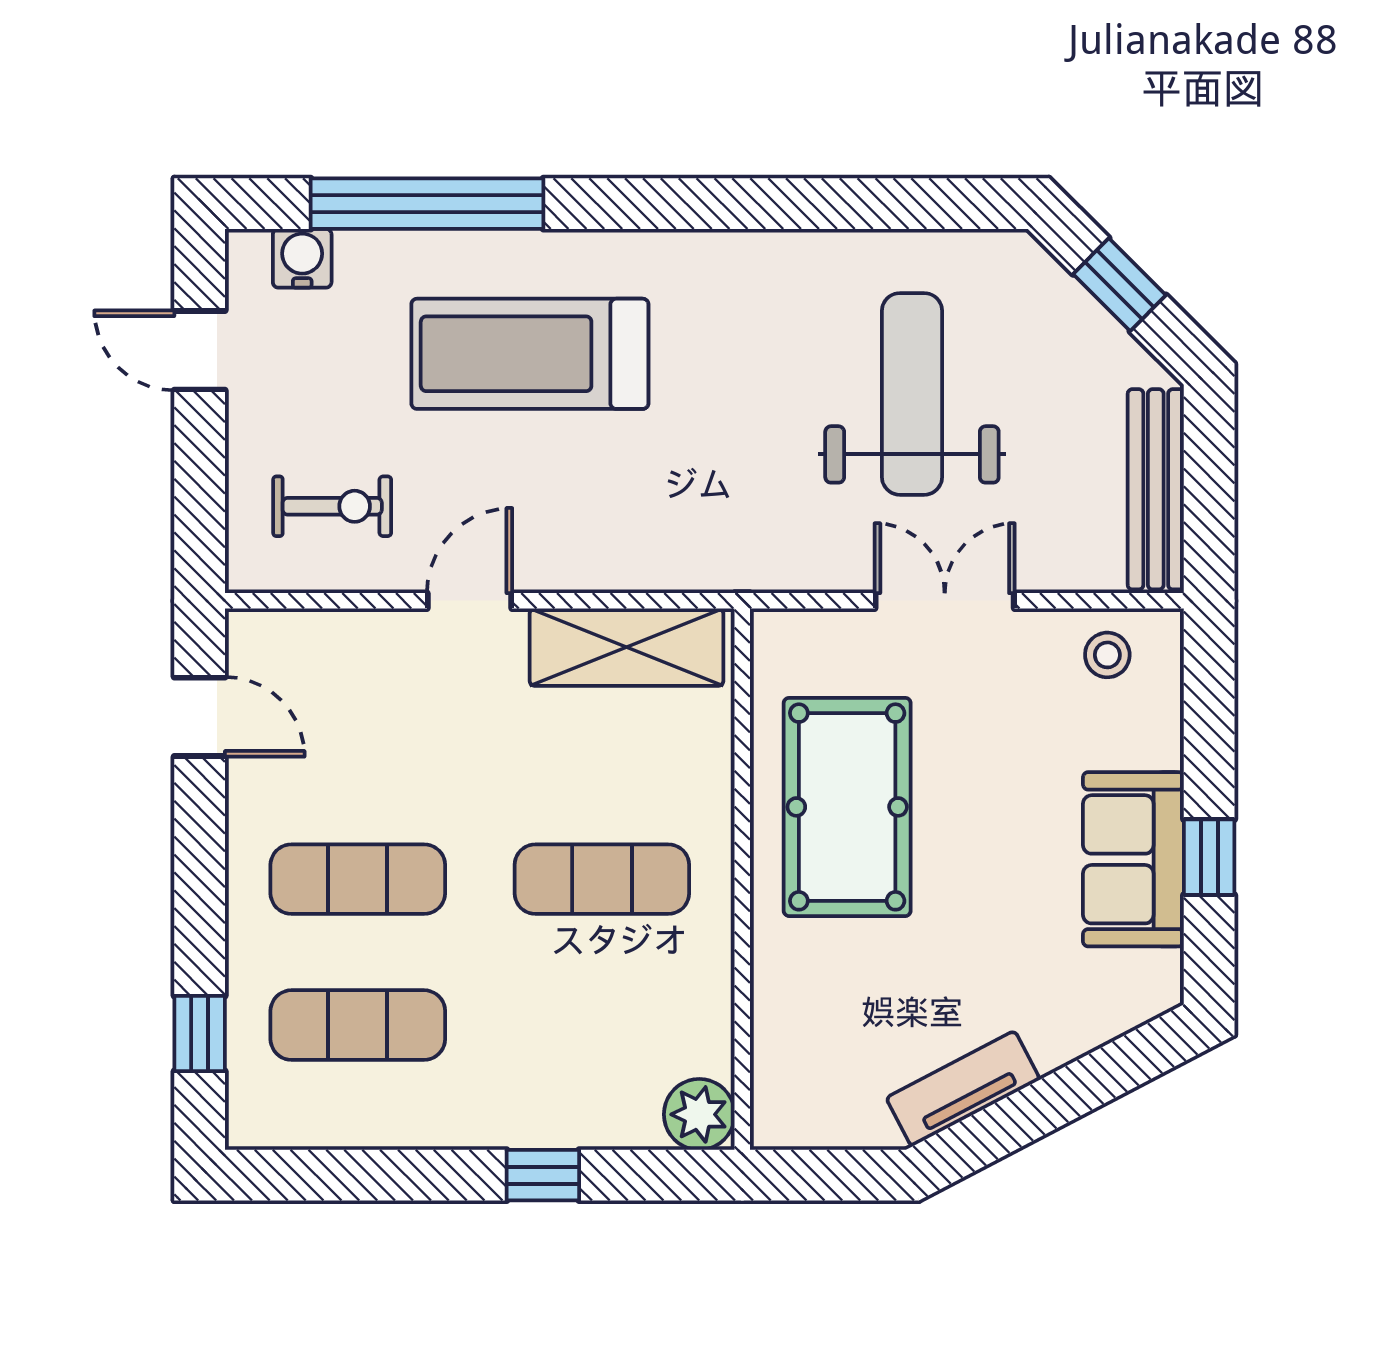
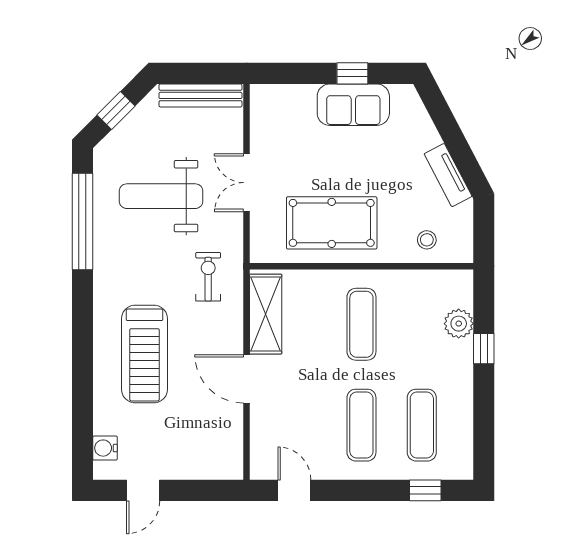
window: (427, 204) -> (82, 222), moved
exercise bike: (332, 506) -> (208, 277), moved
door: (470, 601) -> (247, 379), width x1.38
stool: (1107, 655) -> (427, 240), moved
door: (200, 717) -> (294, 490), hinge flipped
plant: (699, 1114) -> (459, 324), moved

